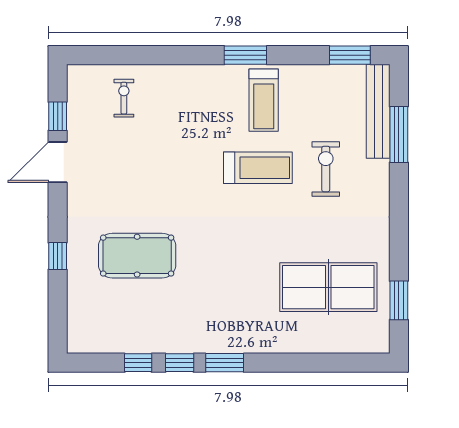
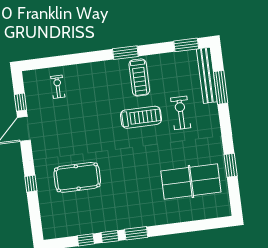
window: (399, 300) -> (231, 165), moved

